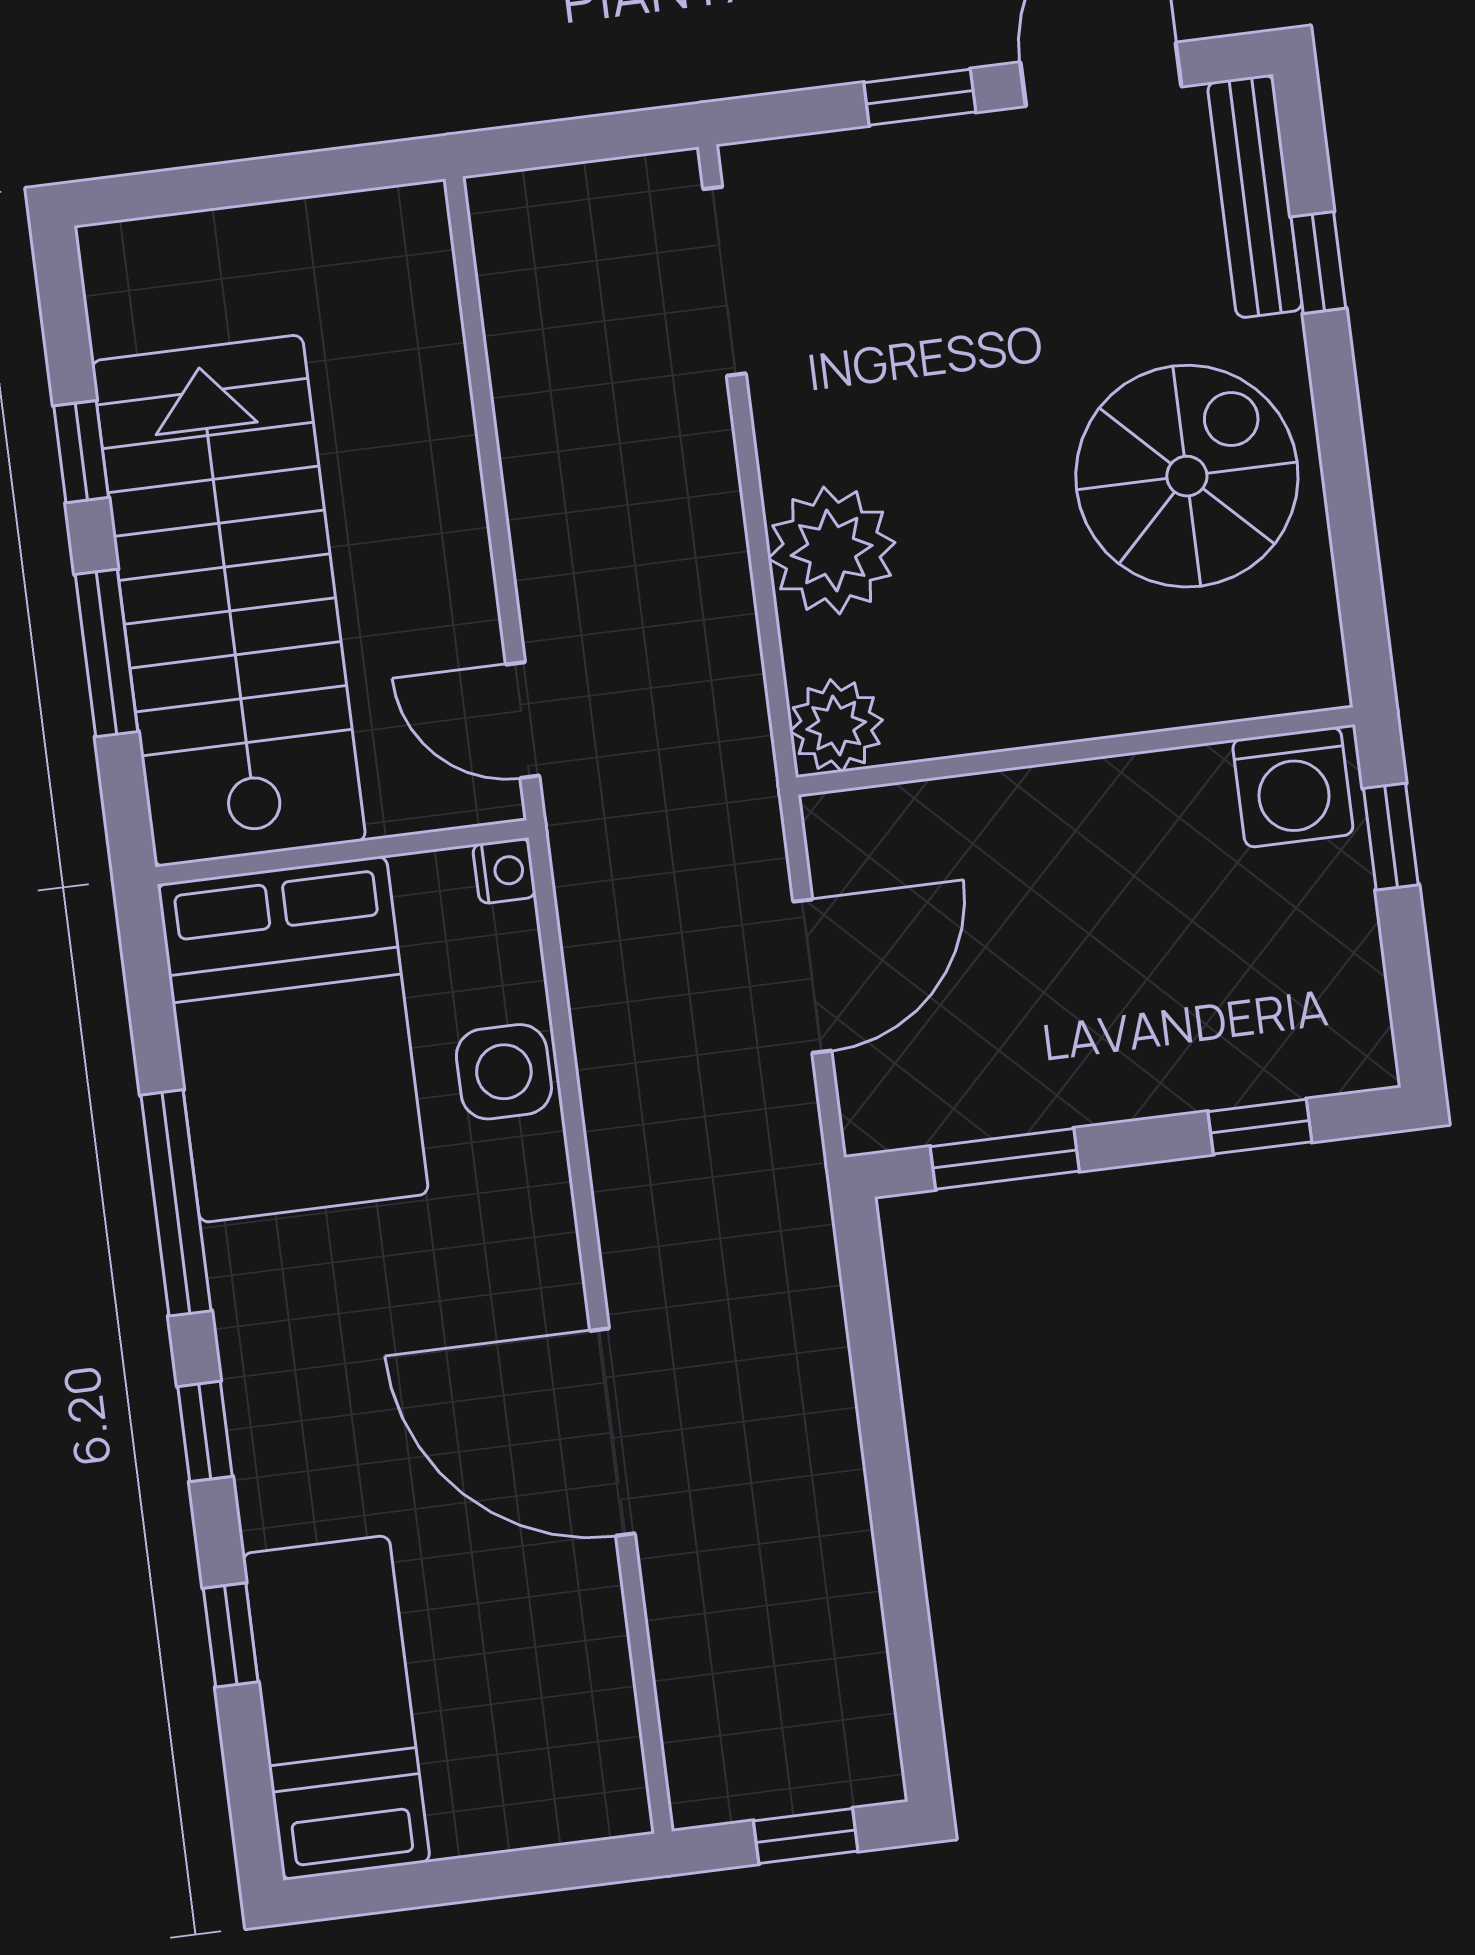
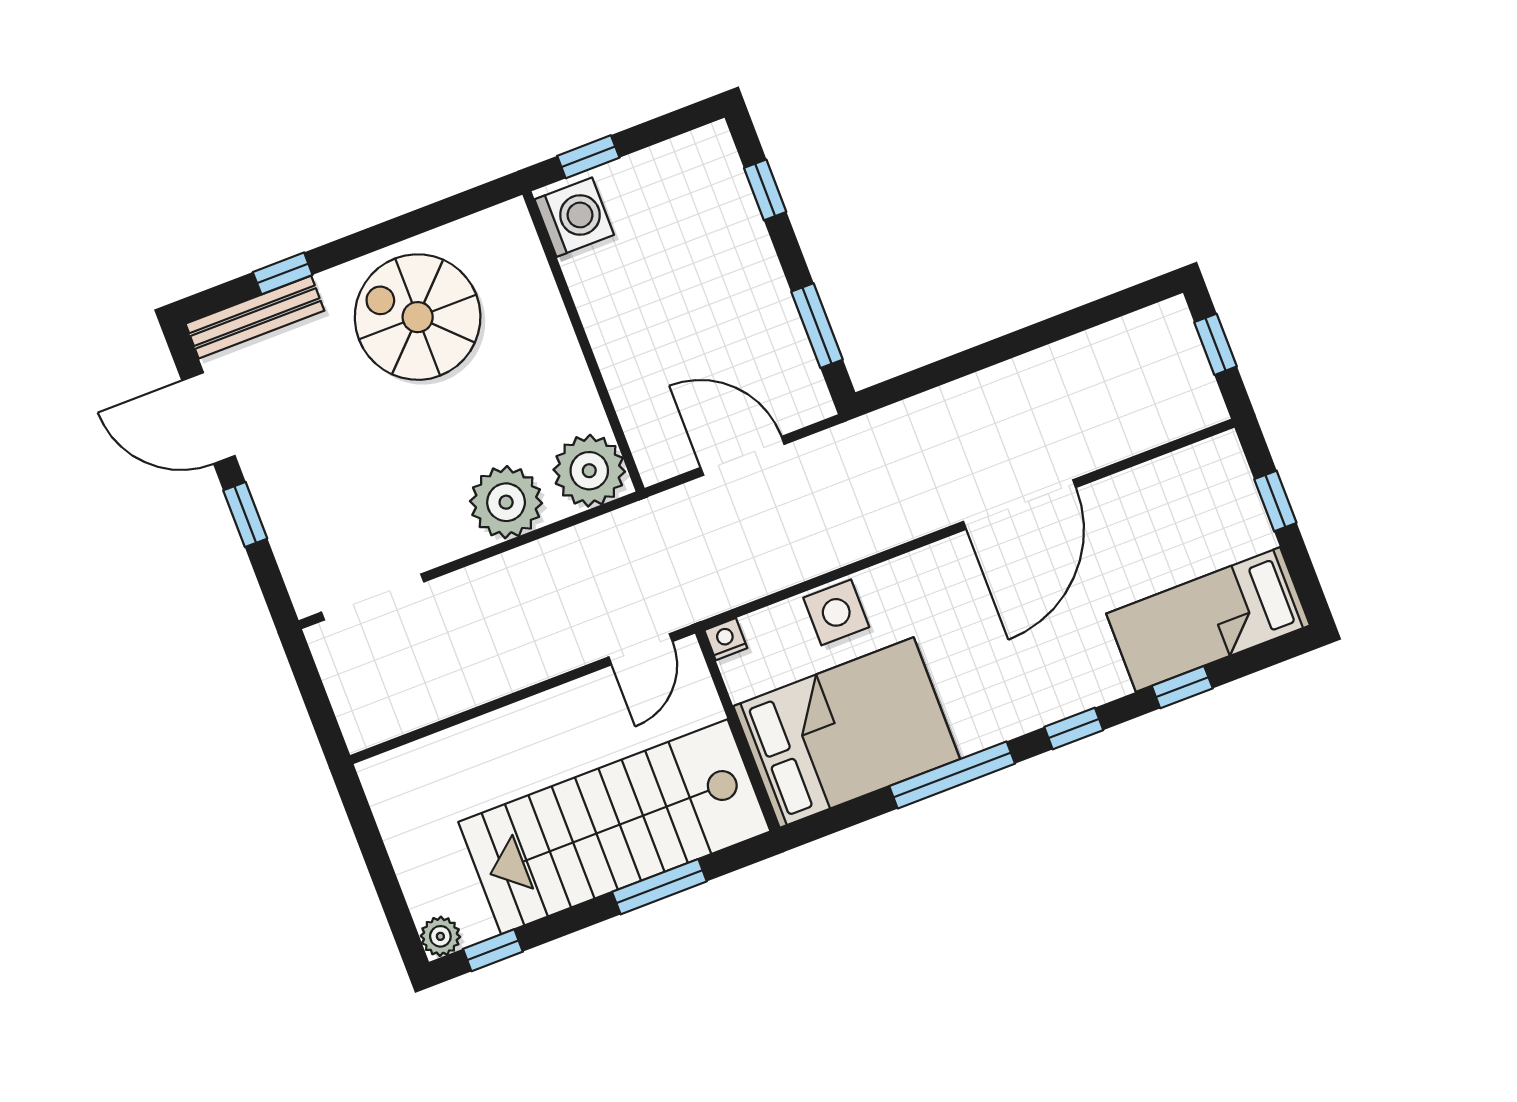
plant: (113, 256) -> (440, 936), added
window: (81, 452) -> (493, 950), moved
plant: (836, 726) -> (589, 471), width x1.36, depth x1.36
window: (511, 1873) -> (1275, 501), added

